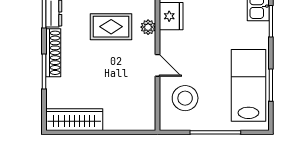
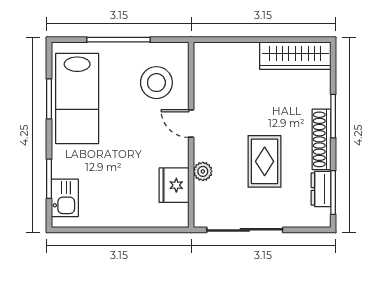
rug: (111, 27) -> (265, 161), moved, turned 90

